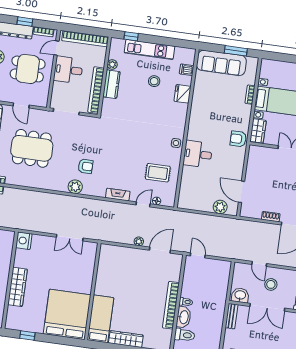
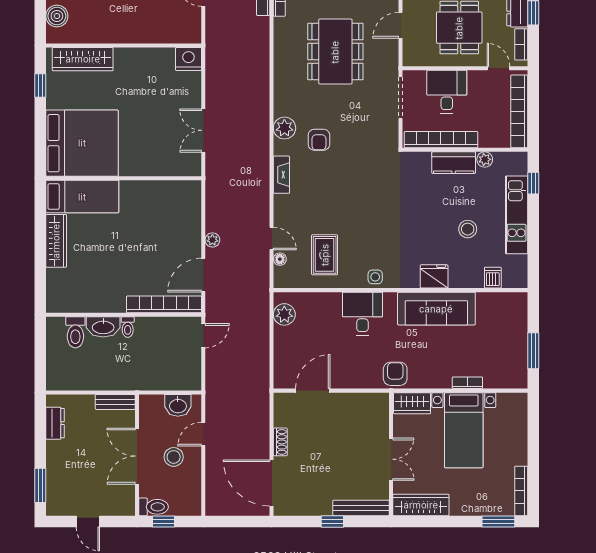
sofa: (221, 63) -> (436, 309), moved, turned -90
desk: (68, 70) -> (447, 92), moved
fridge: (183, 94) -> (434, 276), moved
fireplace: (118, 195) -> (281, 175), moved
plant: (220, 207) -> (284, 314), moved
door: (160, 250) -> (203, 275), swing flipped
wardrobe: (17, 287) -> (83, 59), moved
washbasin: (240, 295) -> (178, 405), moved, turned 90
bookcase: (171, 305) -> (164, 304), moved

